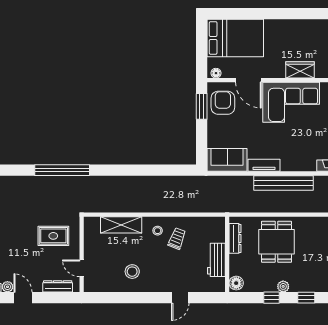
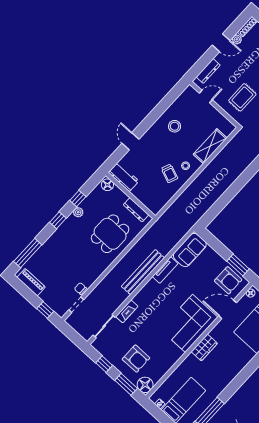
dining table: (276, 242) -> (110, 234), turned 90
workbench: (216, 260) -> (124, 177), moved

